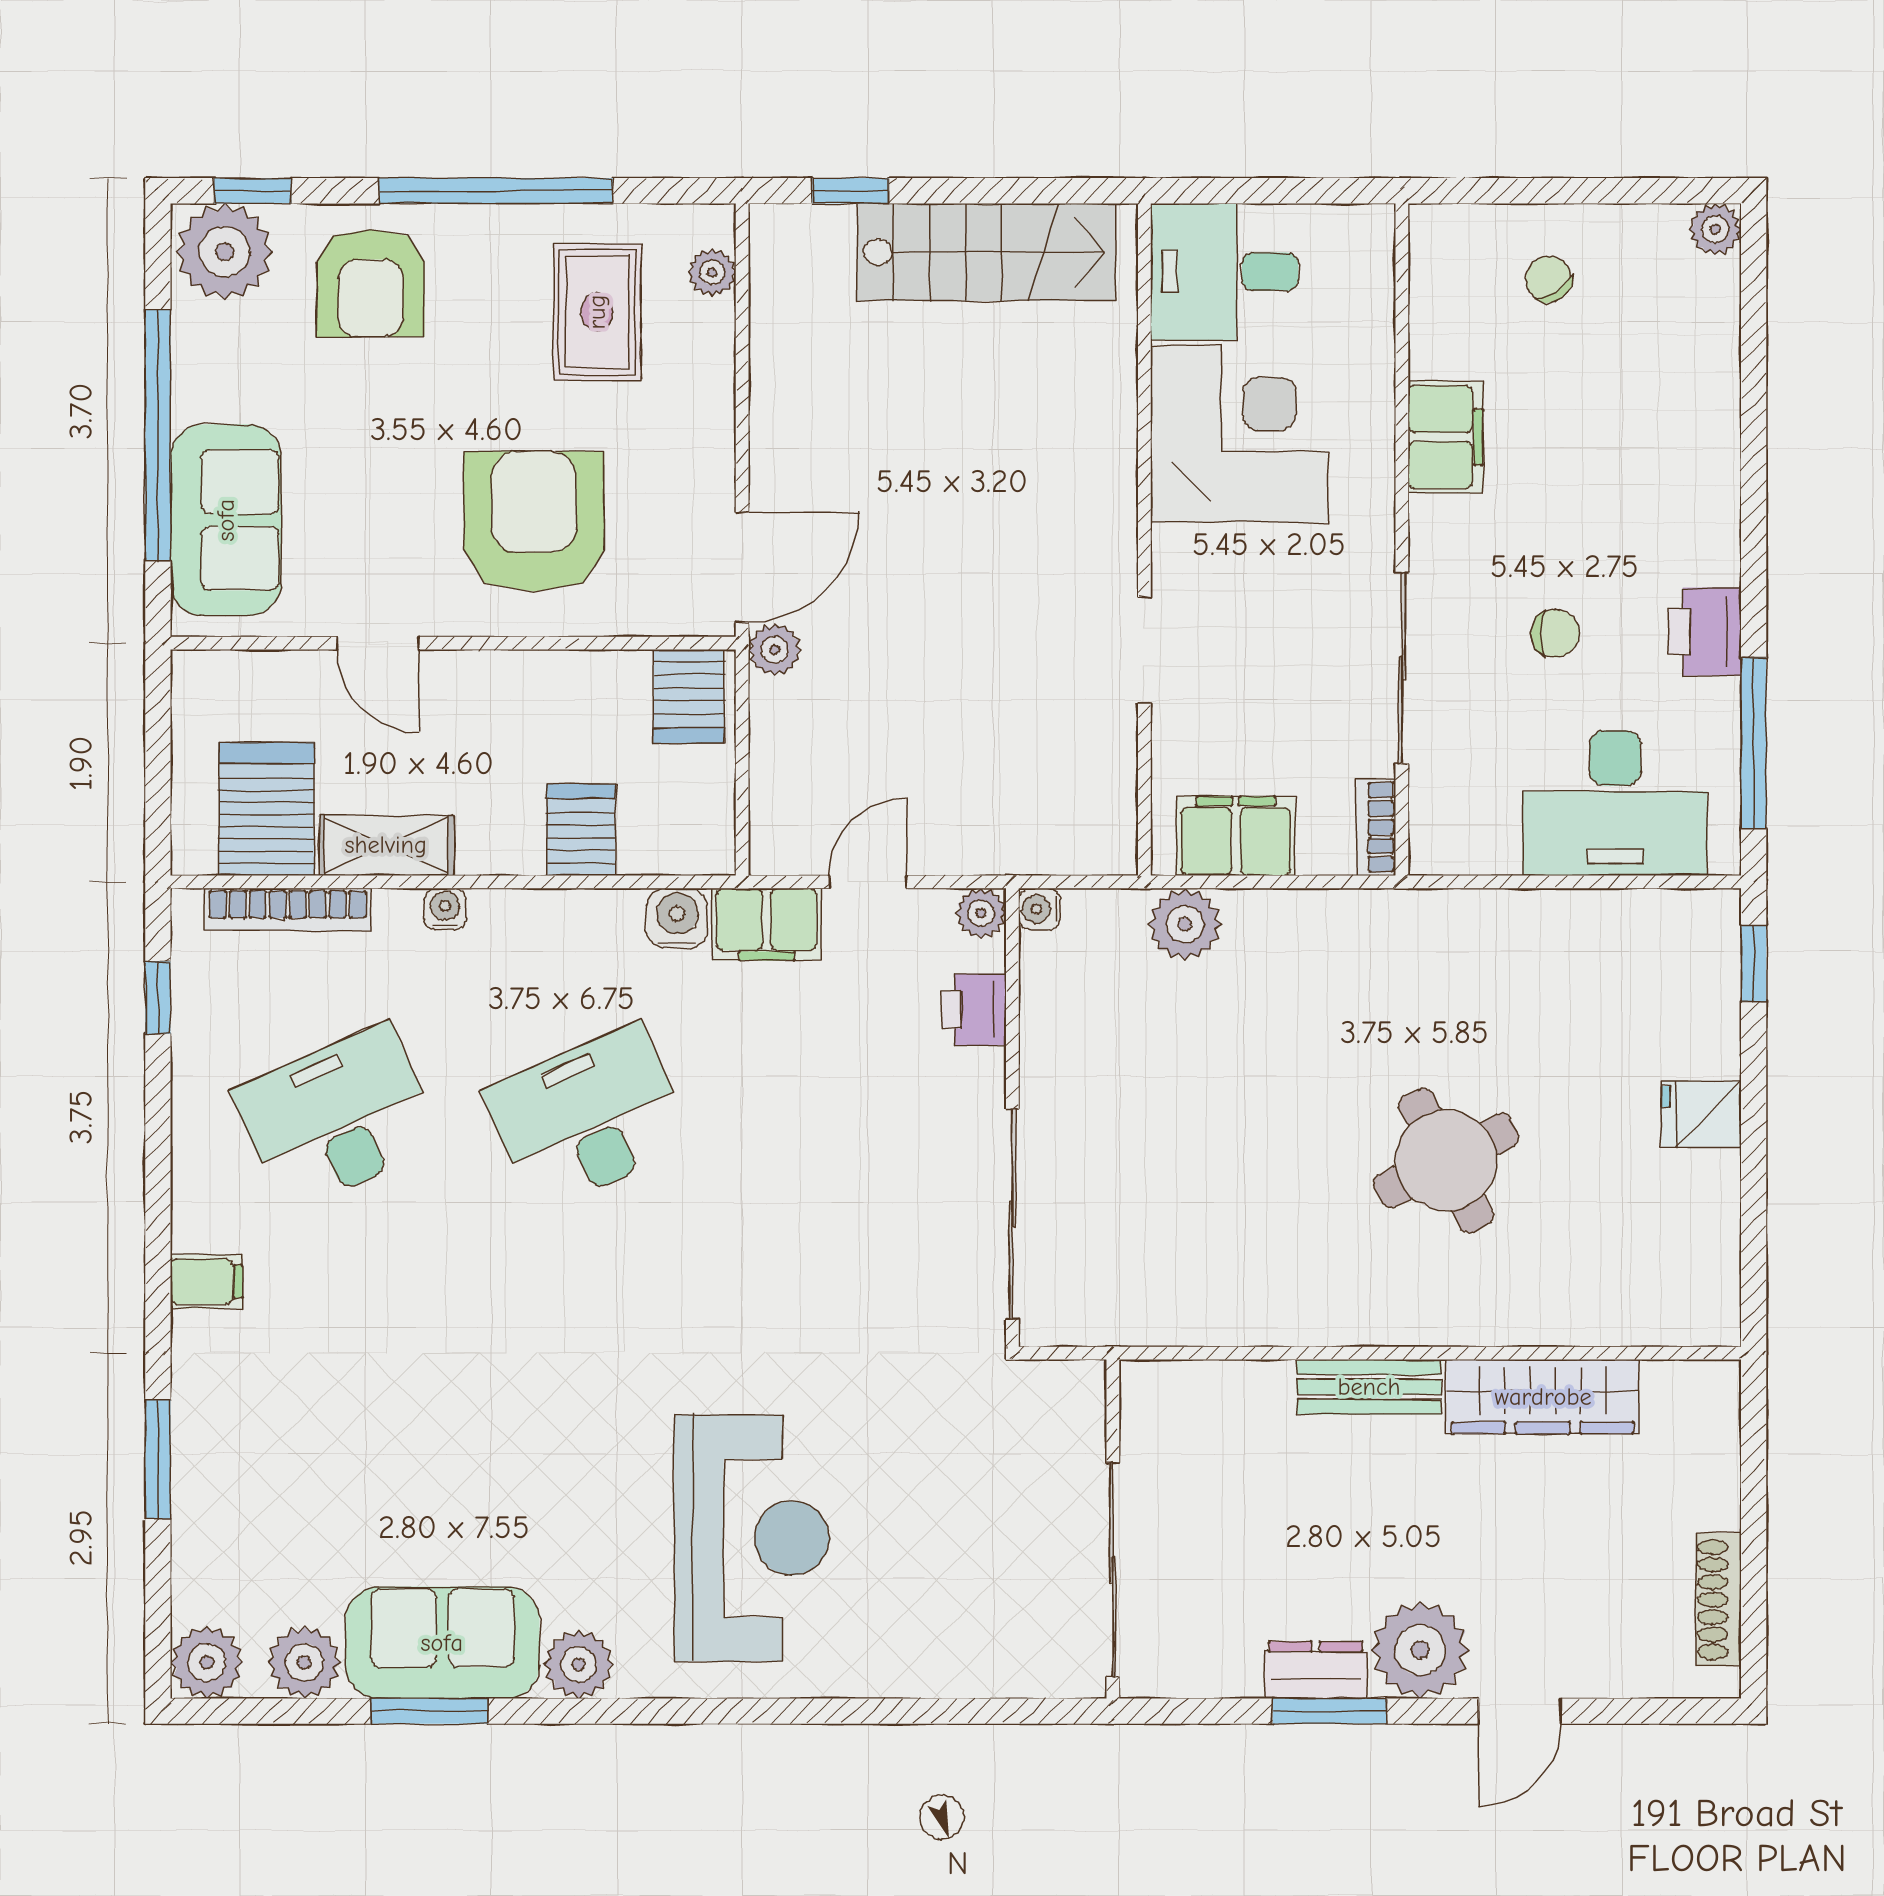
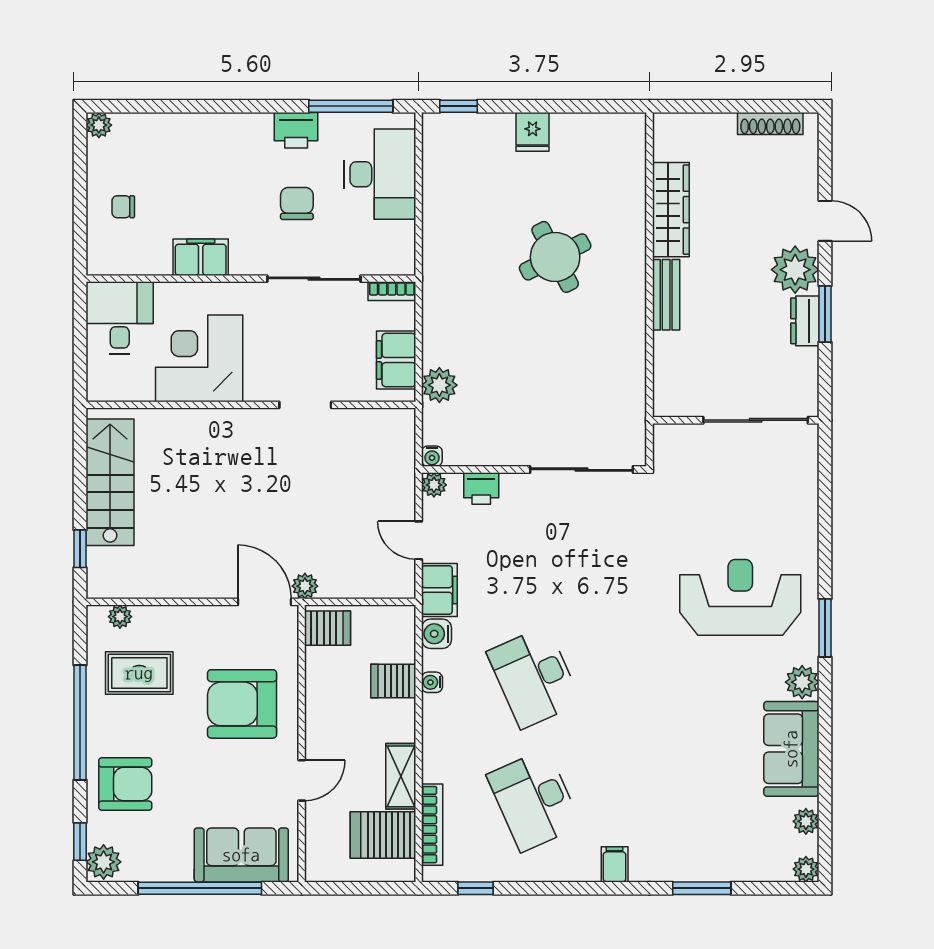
plant: (224, 252) -> (104, 862), width x0.73, depth x0.73
desk: (1224, 272) -> (120, 318), moved, turned 180
chair: (1549, 279) -> (123, 207), turned 33
chair: (1555, 633) -> (297, 203), width x1.37, depth x1.37
water cooler: (445, 909) -> (432, 682), moved
plant: (207, 1662) -> (806, 869), width x0.73, depth x0.73
plant: (304, 1662) -> (806, 821), width x0.73, depth x0.73
window: (429, 1711) -> (825, 628), moved

